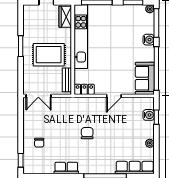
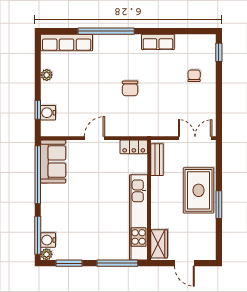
water cooler: (149, 40) -> (48, 240), moved
rug: (49, 55) -> (199, 190), moved, turned 90

